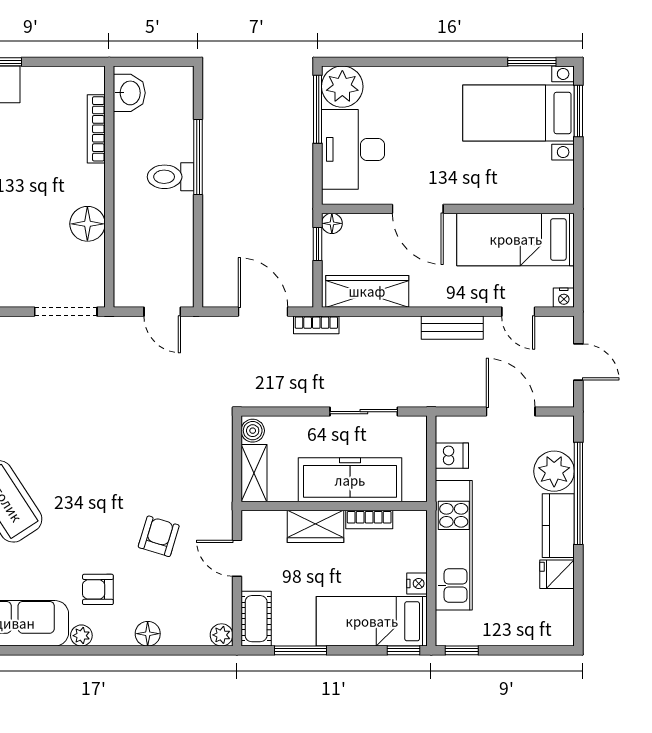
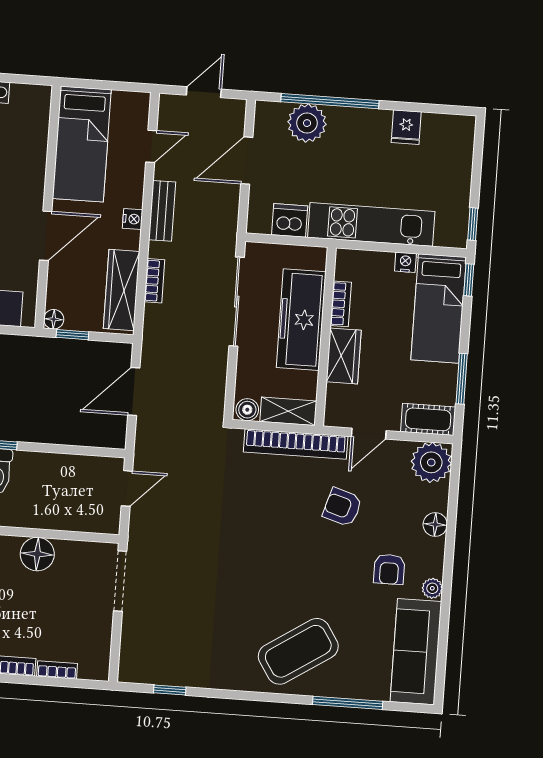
nightstand: (564, 298) -> (133, 219), moved
bookcase: (316, 325) -> (154, 281), moved
sliding door: (364, 412) -> (237, 302), width x1.37
dishwasher: (452, 456) -> (290, 220), width x1.38
bookcase: (221, 483) -> (296, 444), added
kitchen counter: (558, 526) -> (360, 123), removed
plant: (222, 635) -> (431, 462), width x1.88, depth x1.88

